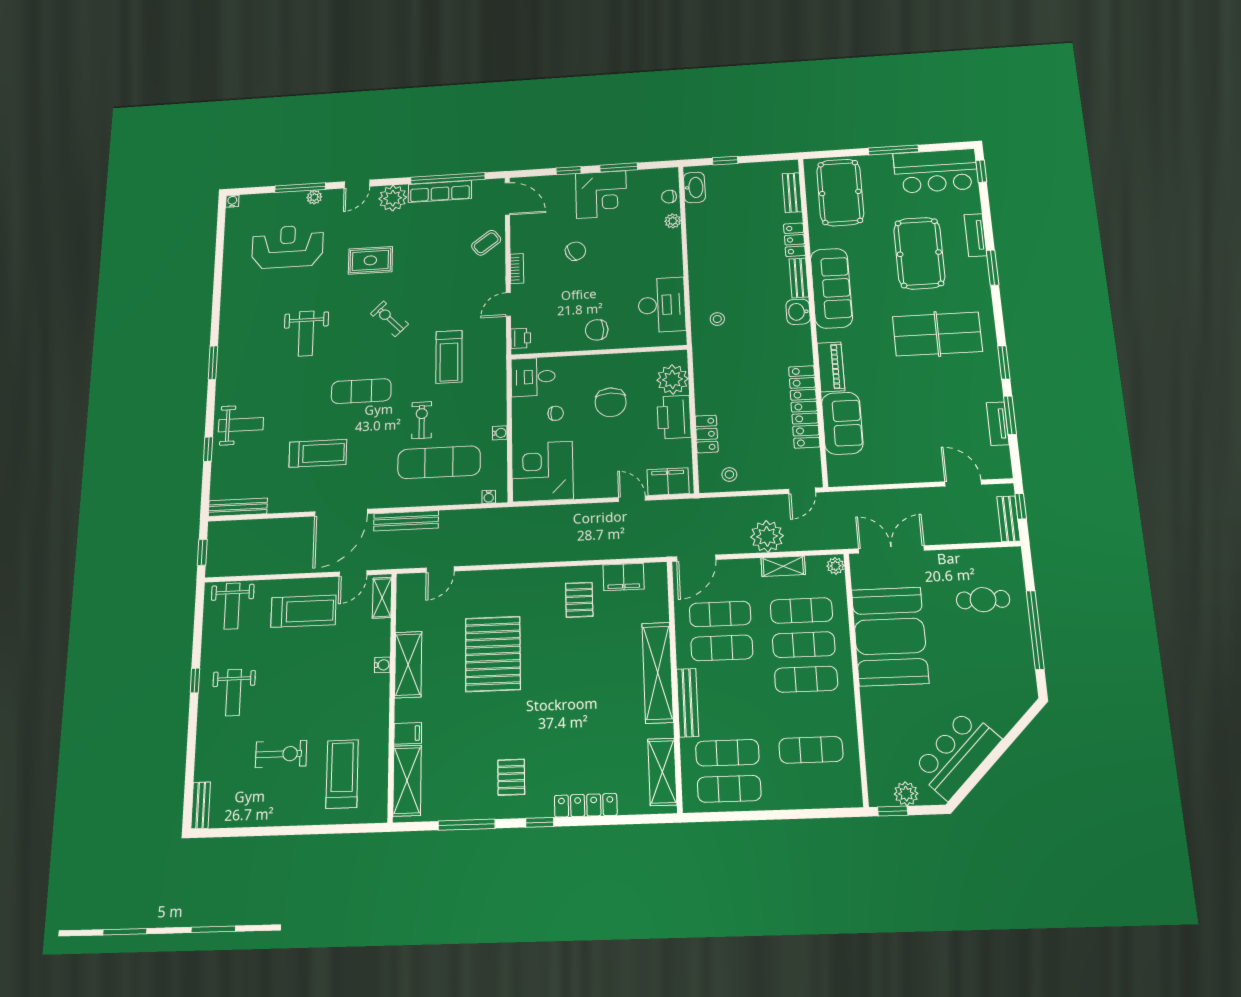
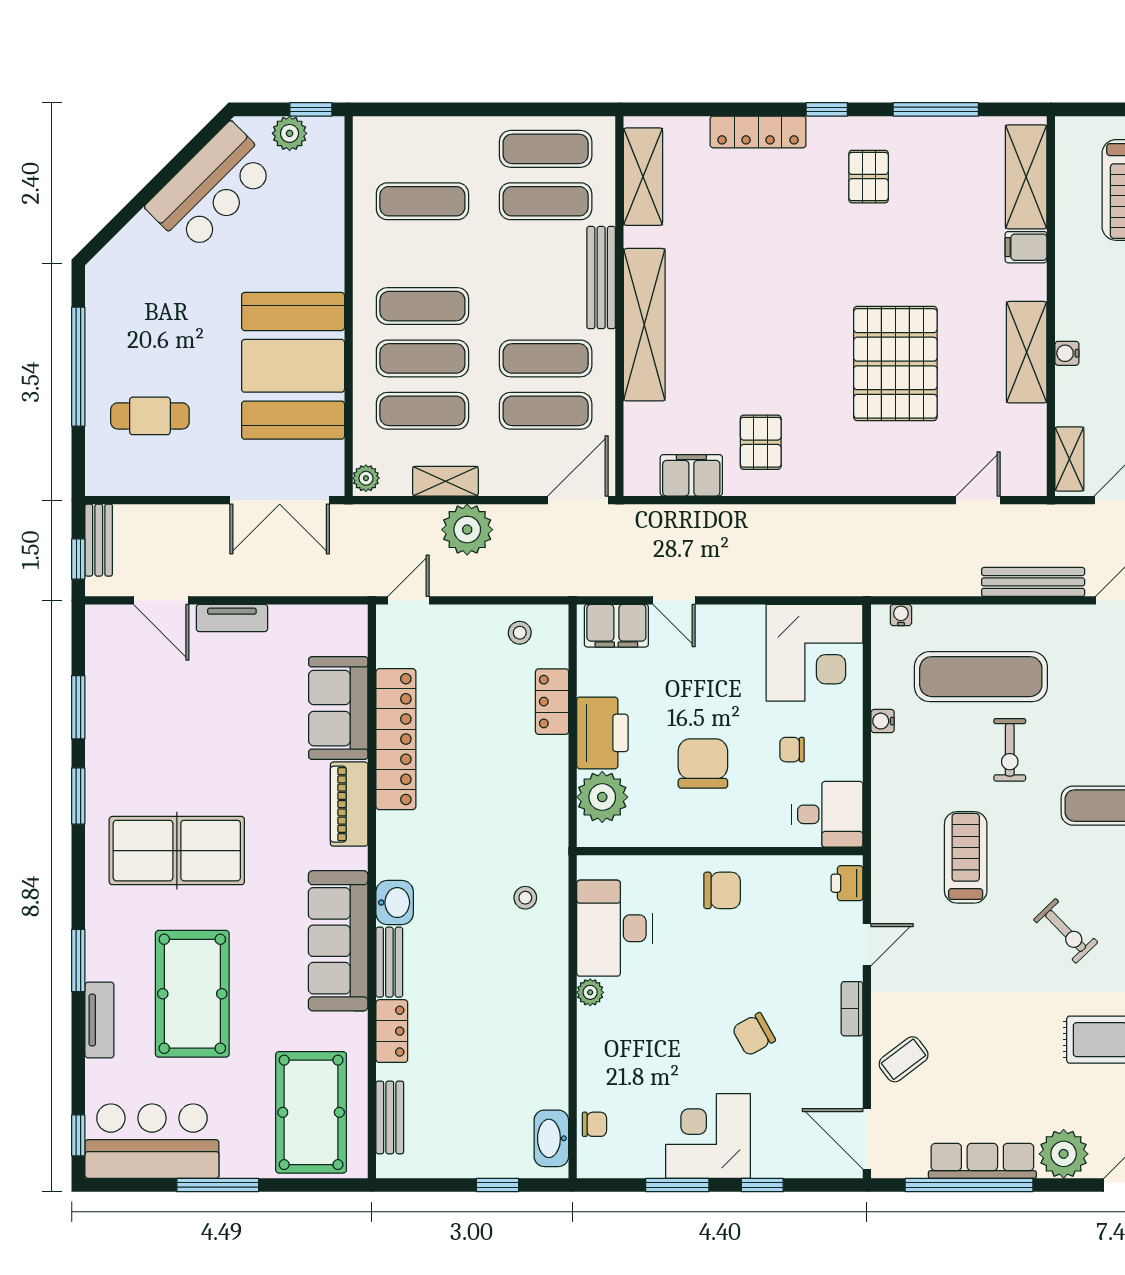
plant: (673, 221) -> (590, 992), moved
tv unit: (998, 424) -> (232, 618), moved, turned 90

